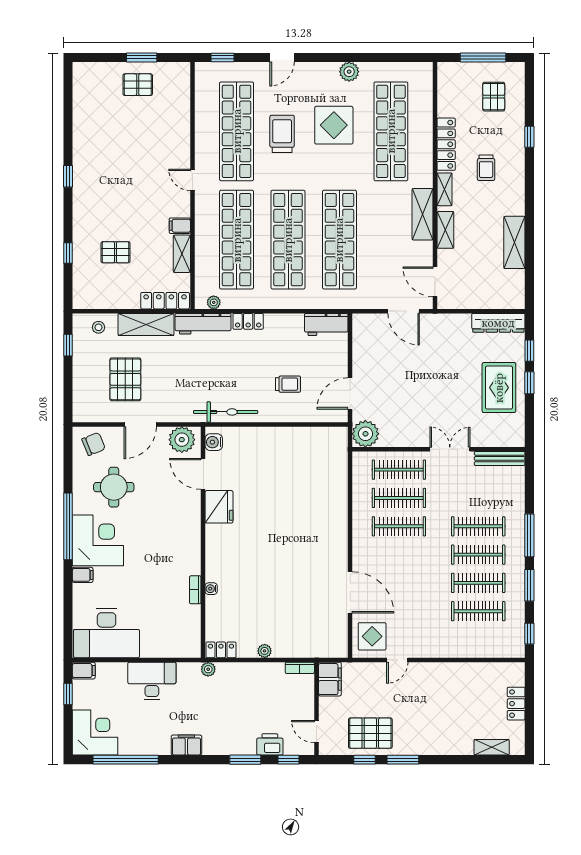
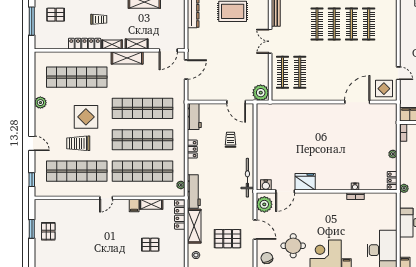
display table: (334, 125) -> (86, 117), moved
pallet: (116, 252) -> (150, 245), turned 90
locker: (248, 321) -> (192, 149), moved
clothes rail: (399, 526) -> (317, 72), removed

